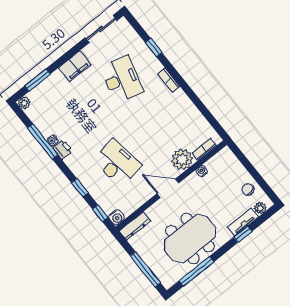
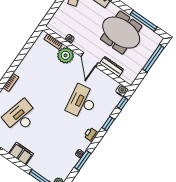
window: (43, 141) -> (83, 160), width x0.69
printer: (63, 149) -> (91, 134), moved
dresser: (135, 226) -> (112, 67), moved

